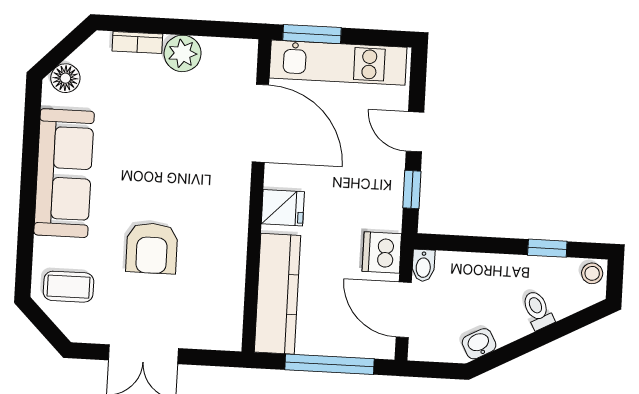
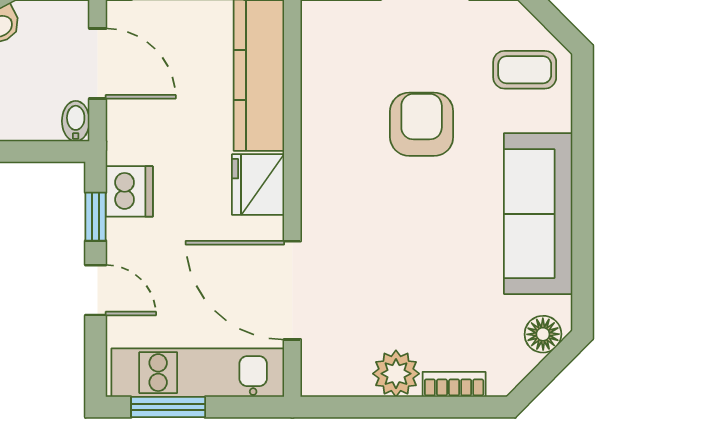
window: (312, 34) -> (168, 407), moved
fridge: (283, 208) -> (258, 185), width x1.38
dishwasher: (382, 252) -> (129, 191), moved

